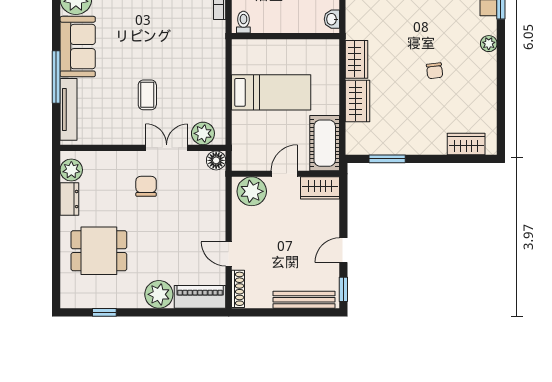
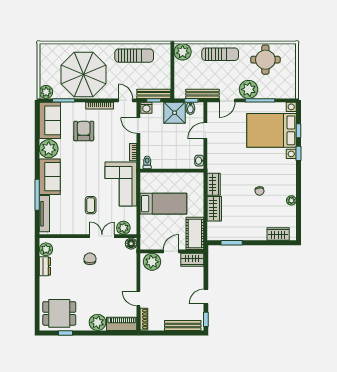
plant: (489, 44) -> (291, 200), moved
corner sofa: (199, 59) -> (121, 184), added
dining table: (99, 251) -> (59, 313), moved

